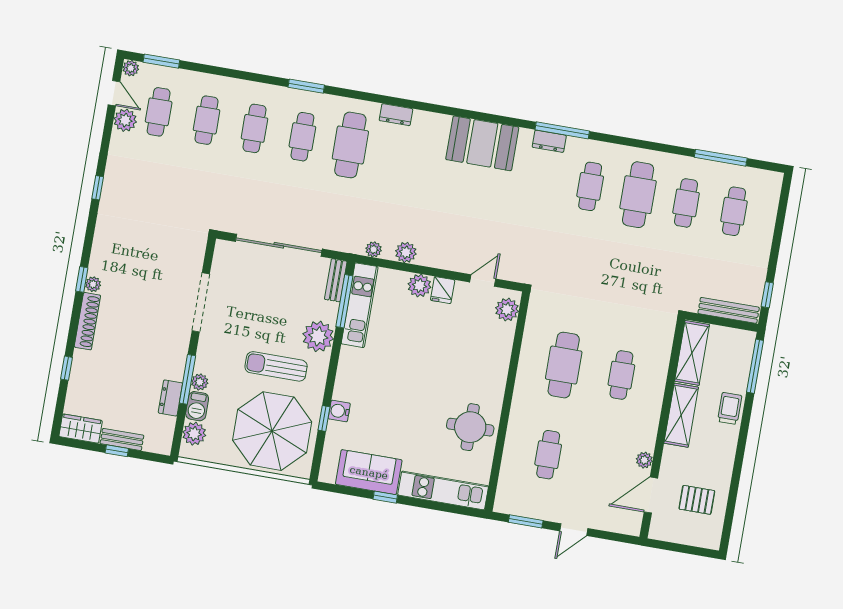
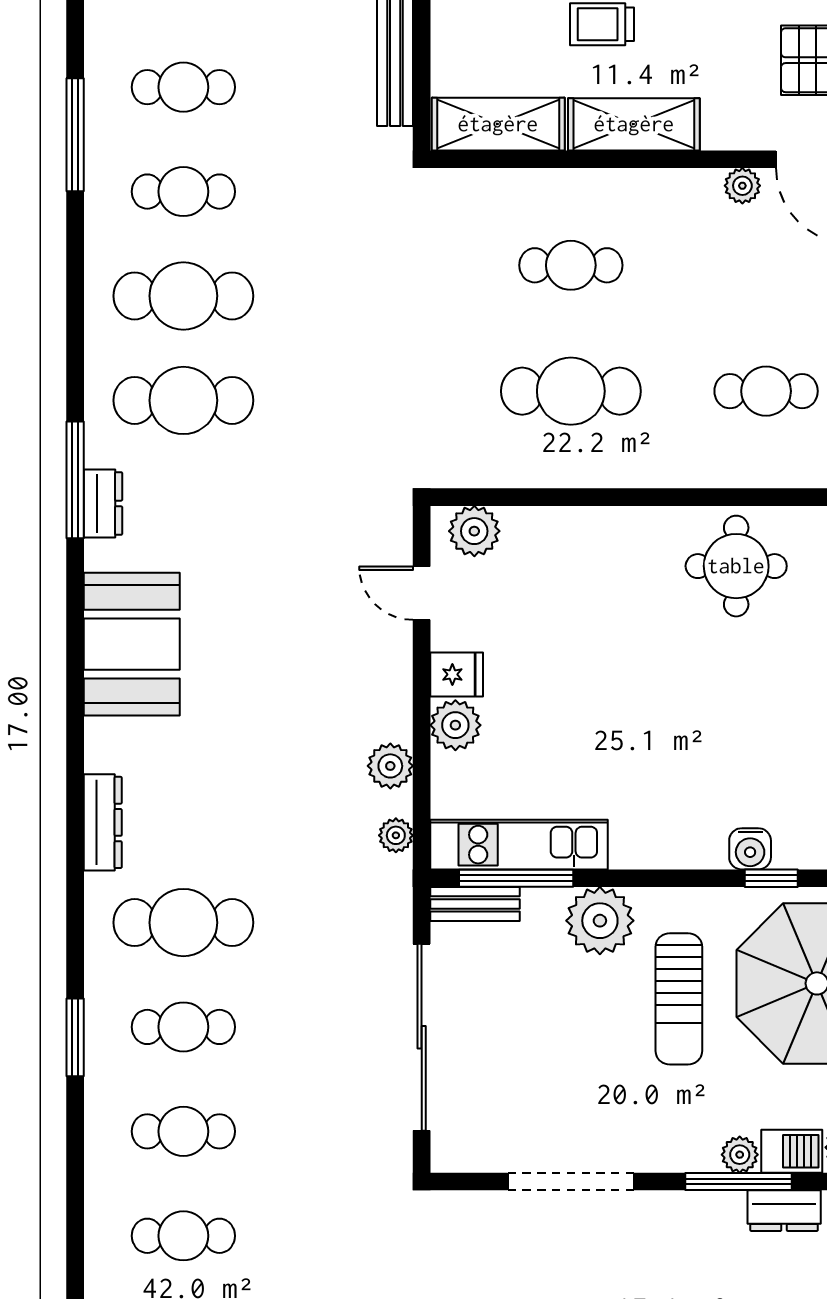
dresser: (396, 115) -> (103, 822), width x1.44
cafe table: (590, 186) -> (183, 400), width x1.37, depth x1.35

